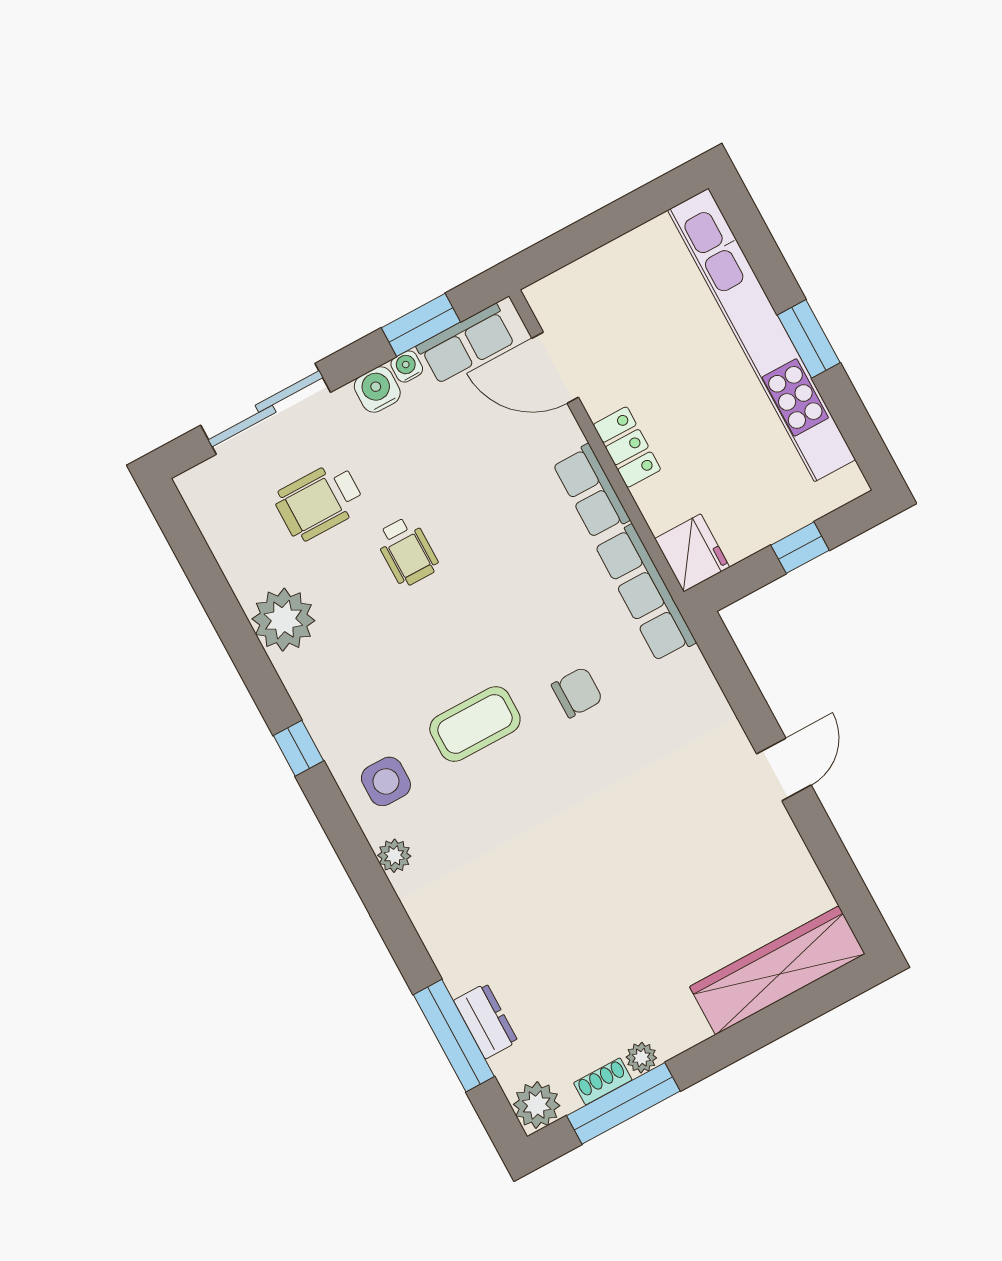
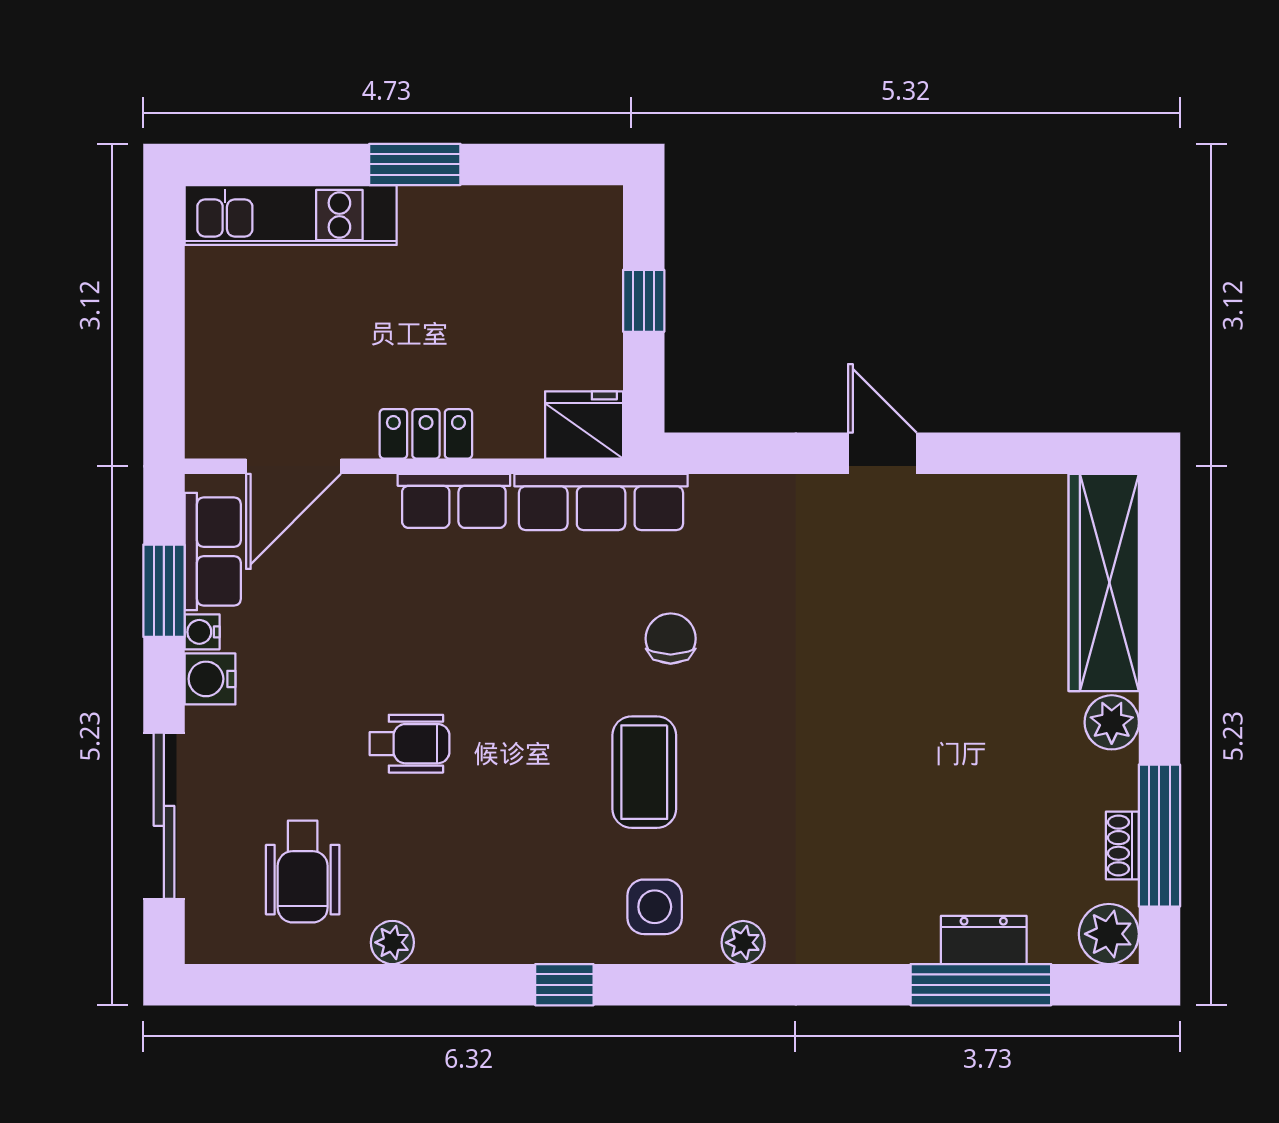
kitchen unit: (762, 335) -> (291, 215), width x0.54
wheelchair: (319, 501) -> (303, 871), moved
plant: (283, 620) -> (392, 942), width x0.53, depth x0.53
plant: (641, 1058) -> (1112, 722), moved, width x1.38, depth x1.38

